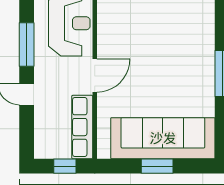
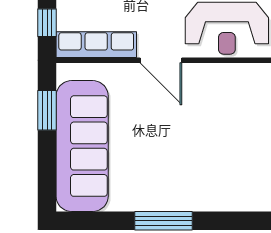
window: (157, 166) -> (47, 110), moved

